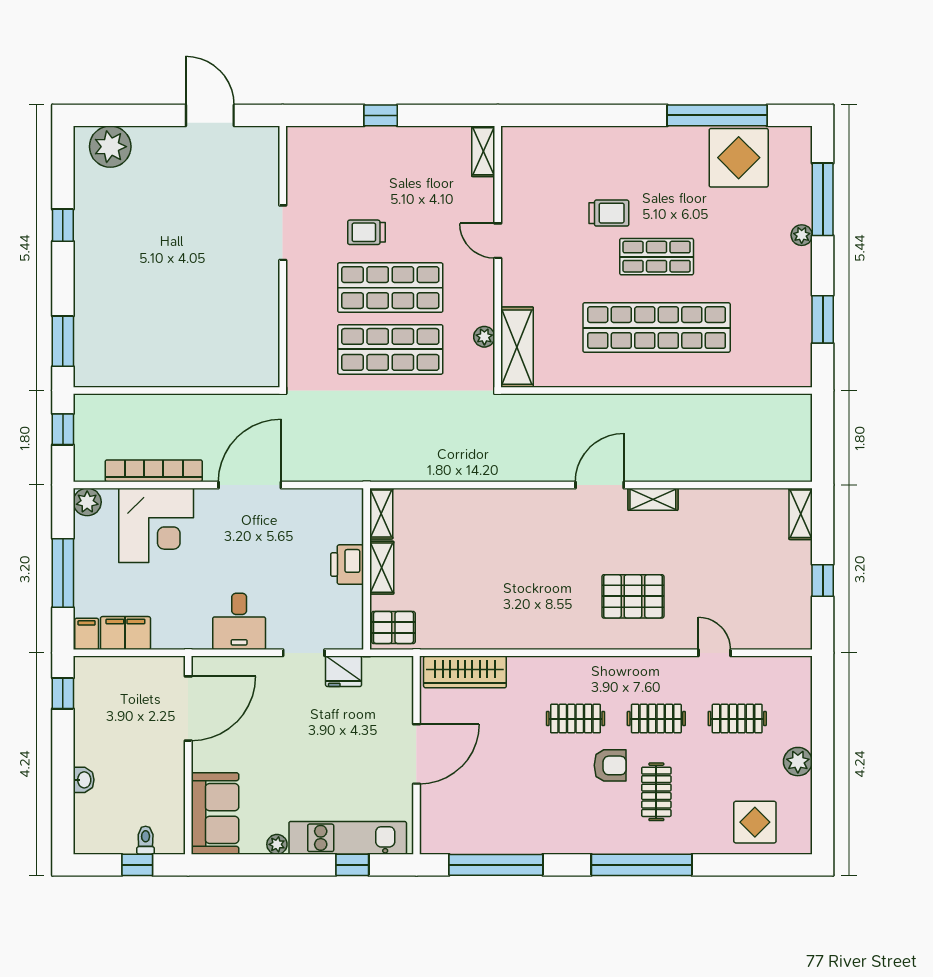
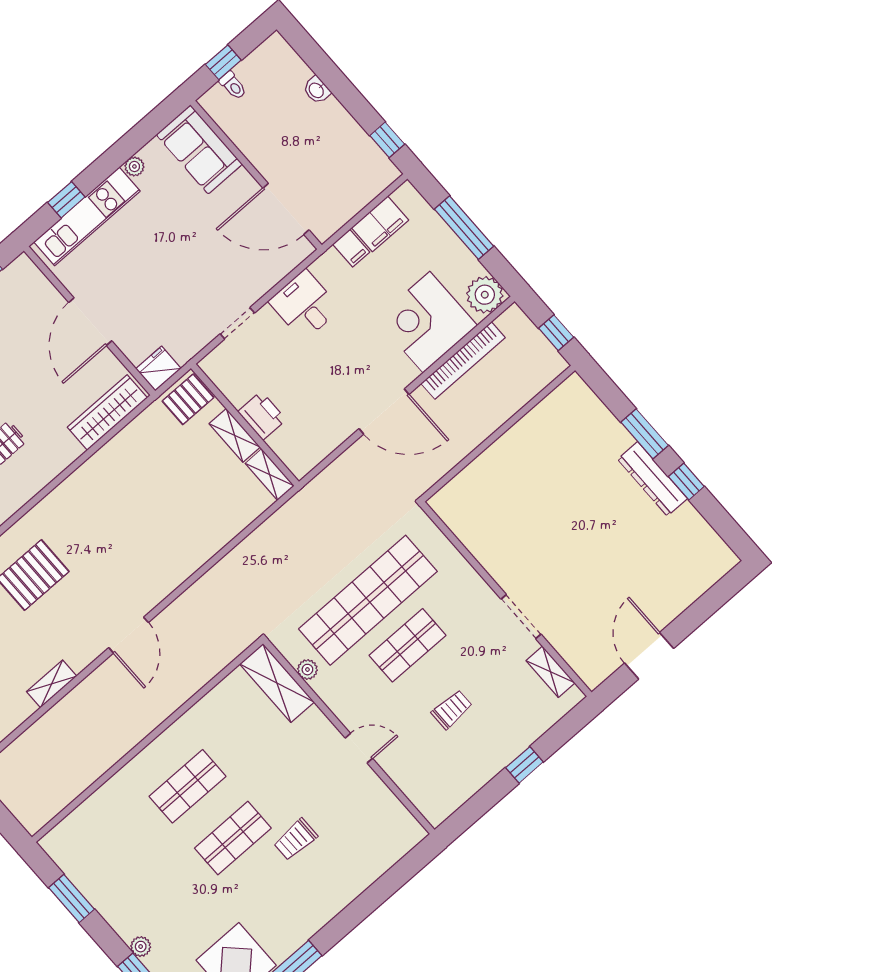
door: (210, 115) -> (649, 656), swing flipped
plant: (110, 147) -> (702, 569), removed
shelving: (483, 151) -> (551, 672), moved
trolley: (366, 232) -> (452, 709), moved
dresser: (87, 250) -> (652, 479), added
shop shelf: (390, 288) -> (407, 645), width x0.70, depth x0.74
shop shelf: (657, 328) -> (188, 786), width x0.50, depth x0.74
window: (63, 341) -> (645, 434), moved
shop shelf: (390, 349) -> (368, 600), width x1.40
door: (250, 485) -> (384, 412), hinge flipped
shelving: (653, 499) -> (52, 684), moved
plant: (87, 502) -> (485, 295), width x1.36, depth x1.36
filing cabinet: (87, 634) -> (351, 248), moved
fridge: (344, 671) -> (158, 369), moved
door: (188, 708) -> (286, 209), hinge flipped

